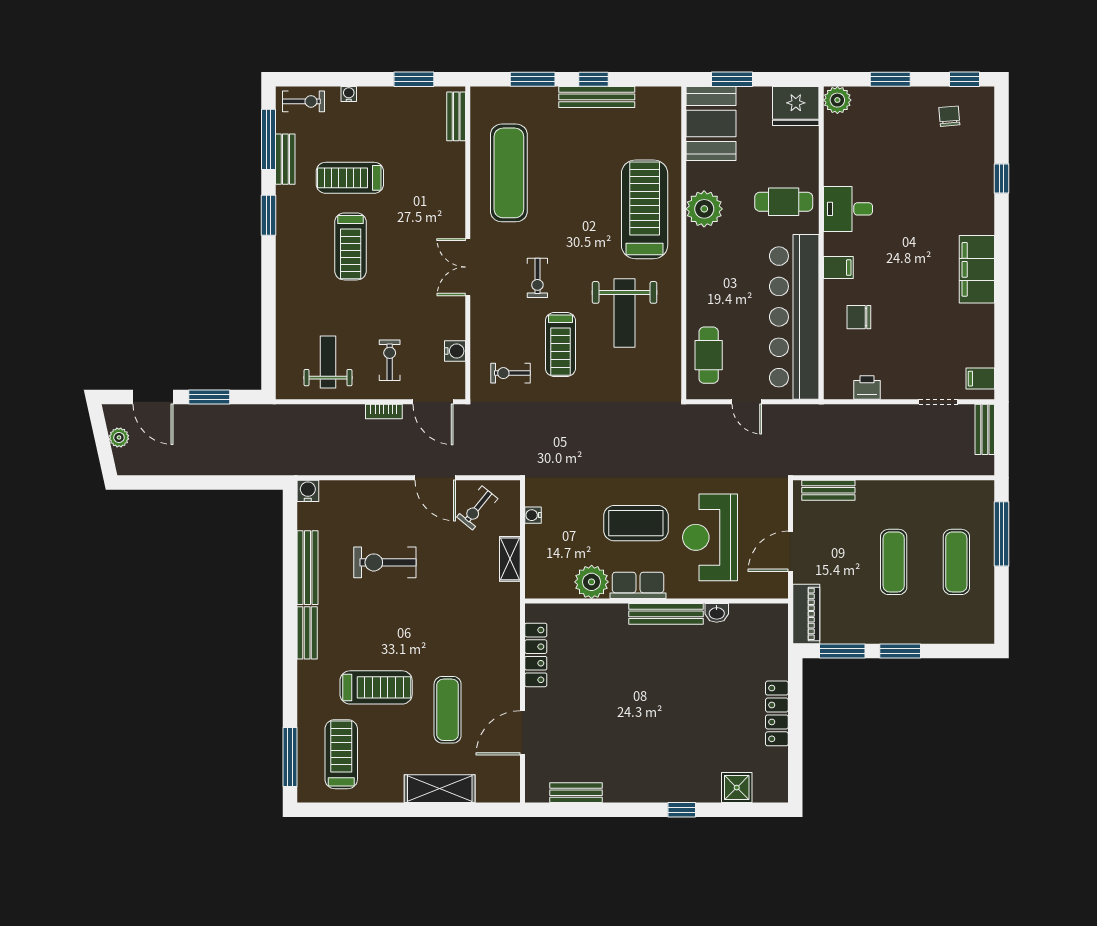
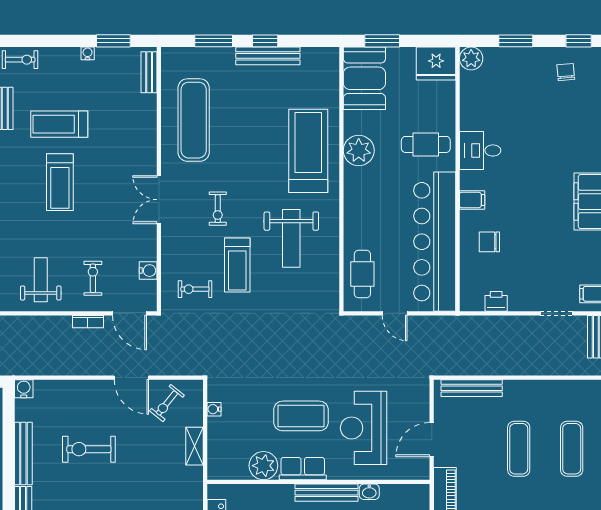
water cooler: (349, 94) -> (88, 53), moved
bench: (828, 490) -> (472, 388), width x1.36

